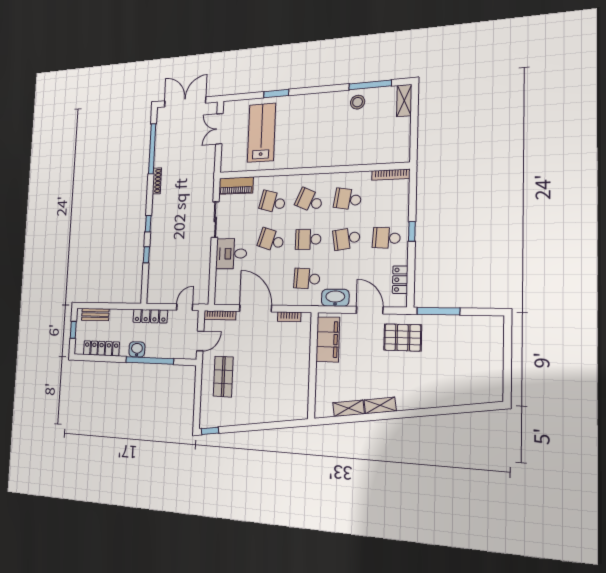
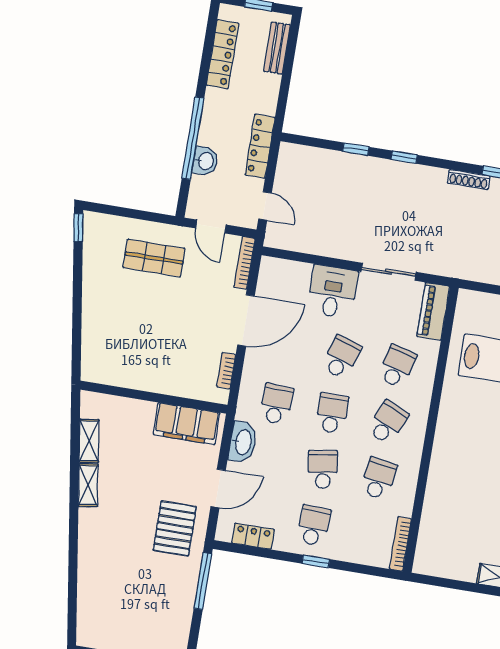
washbasin: (137, 349) -> (205, 161), moved

